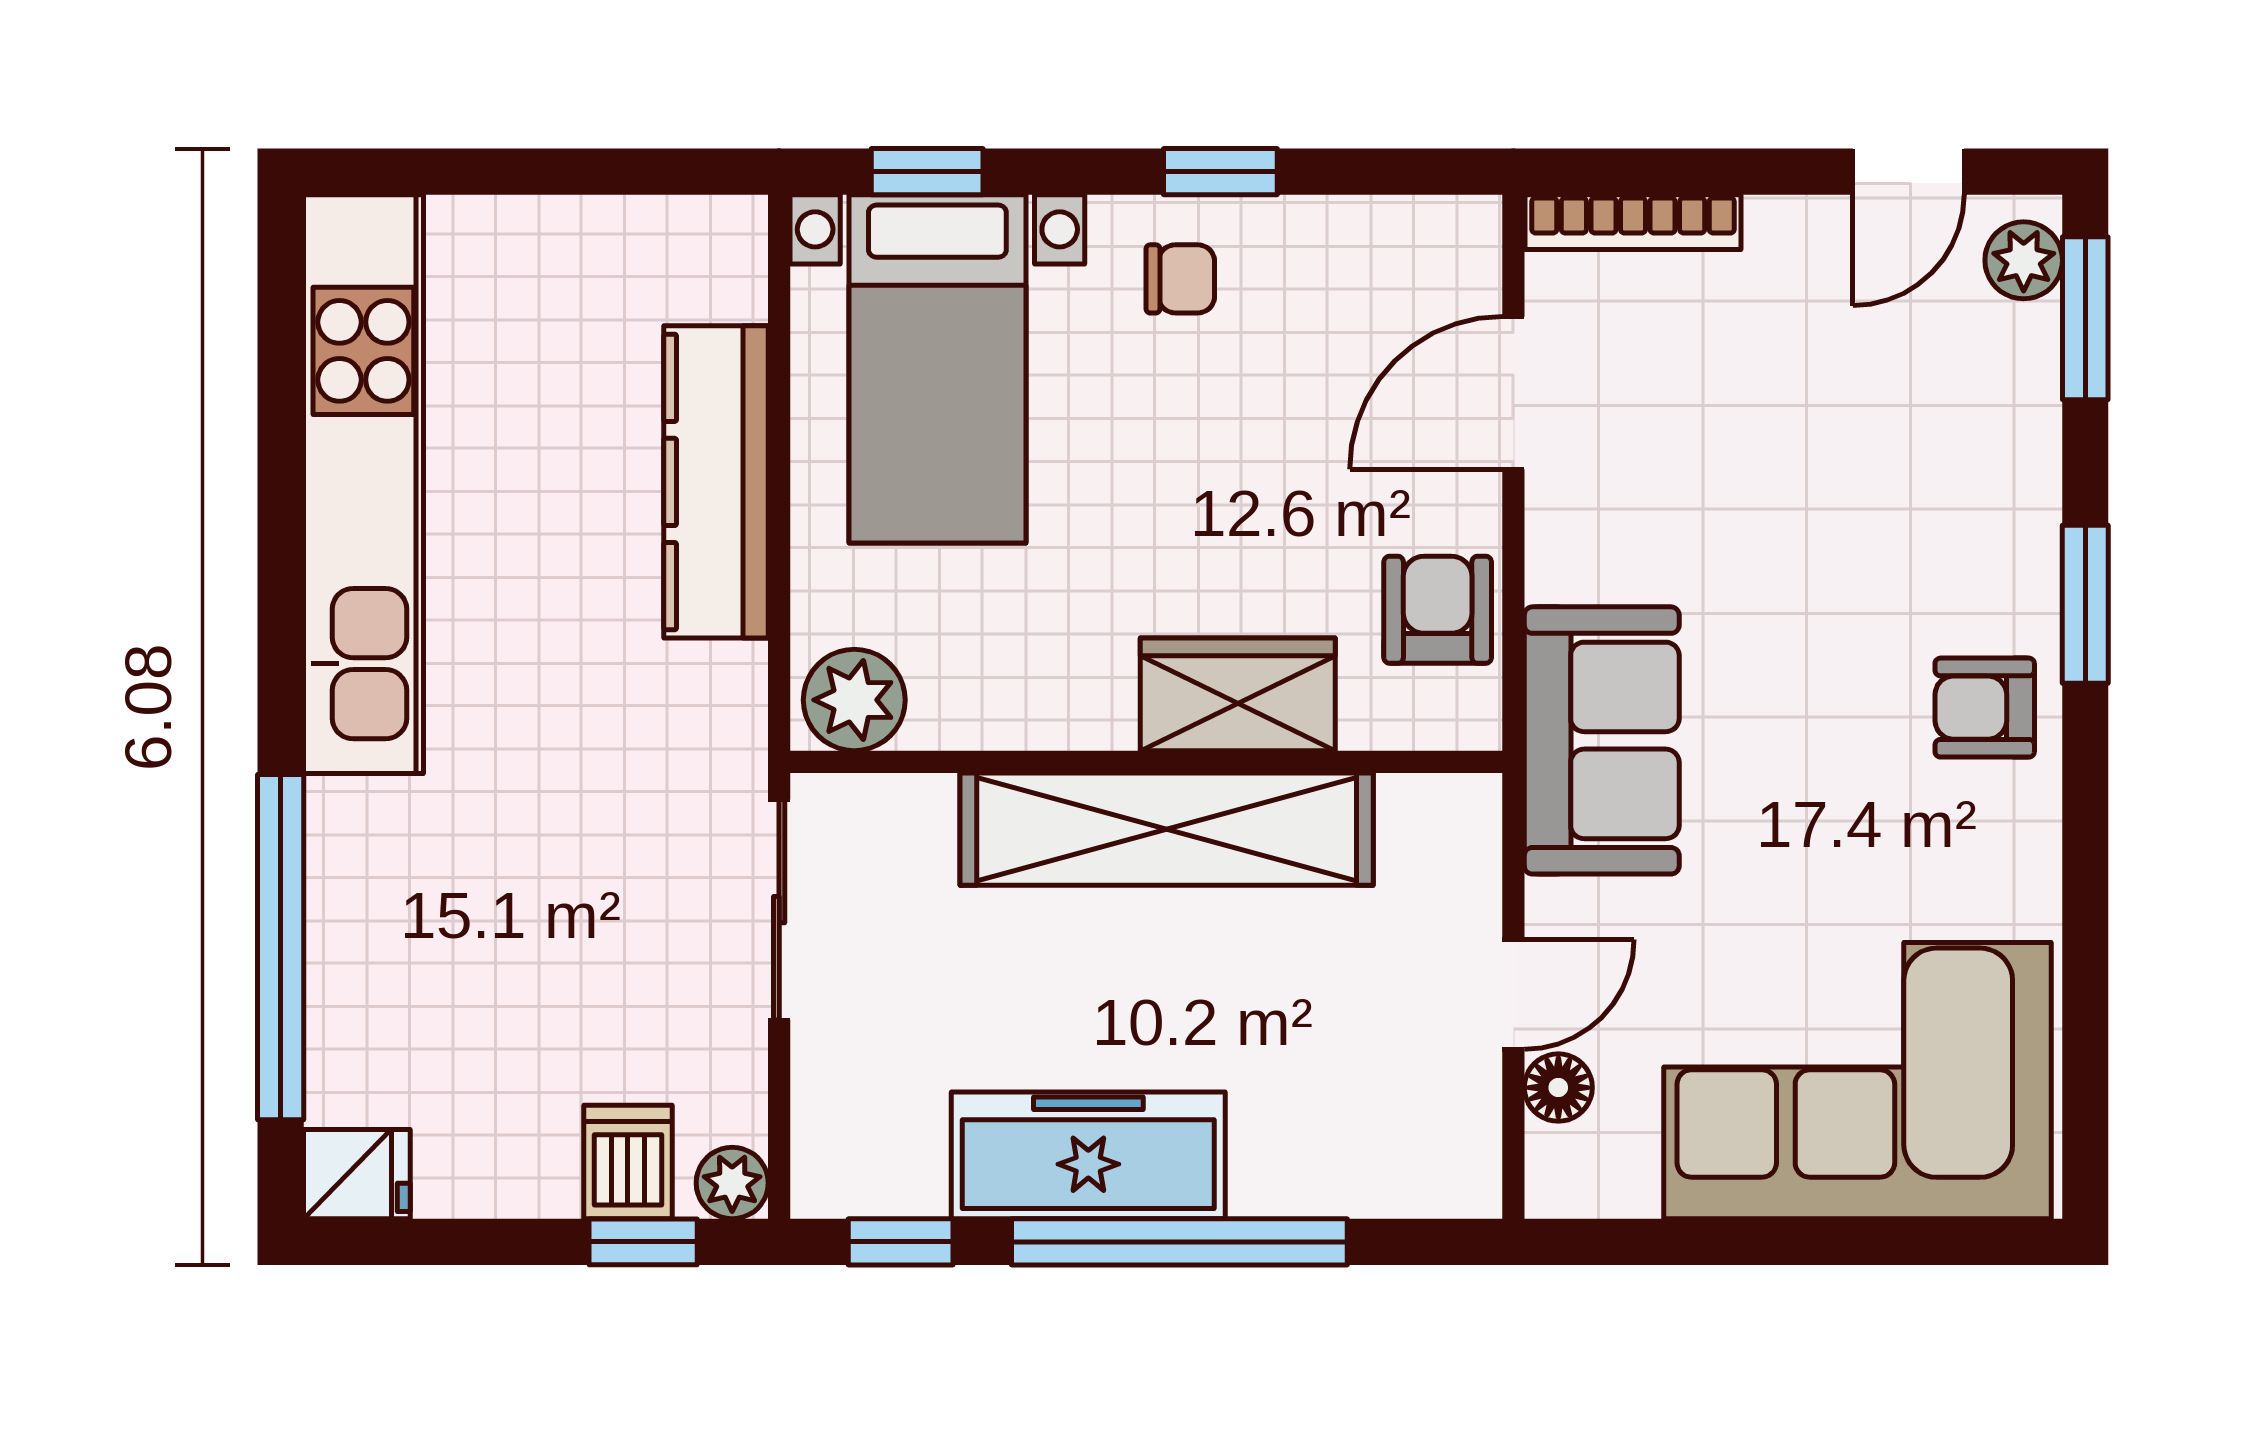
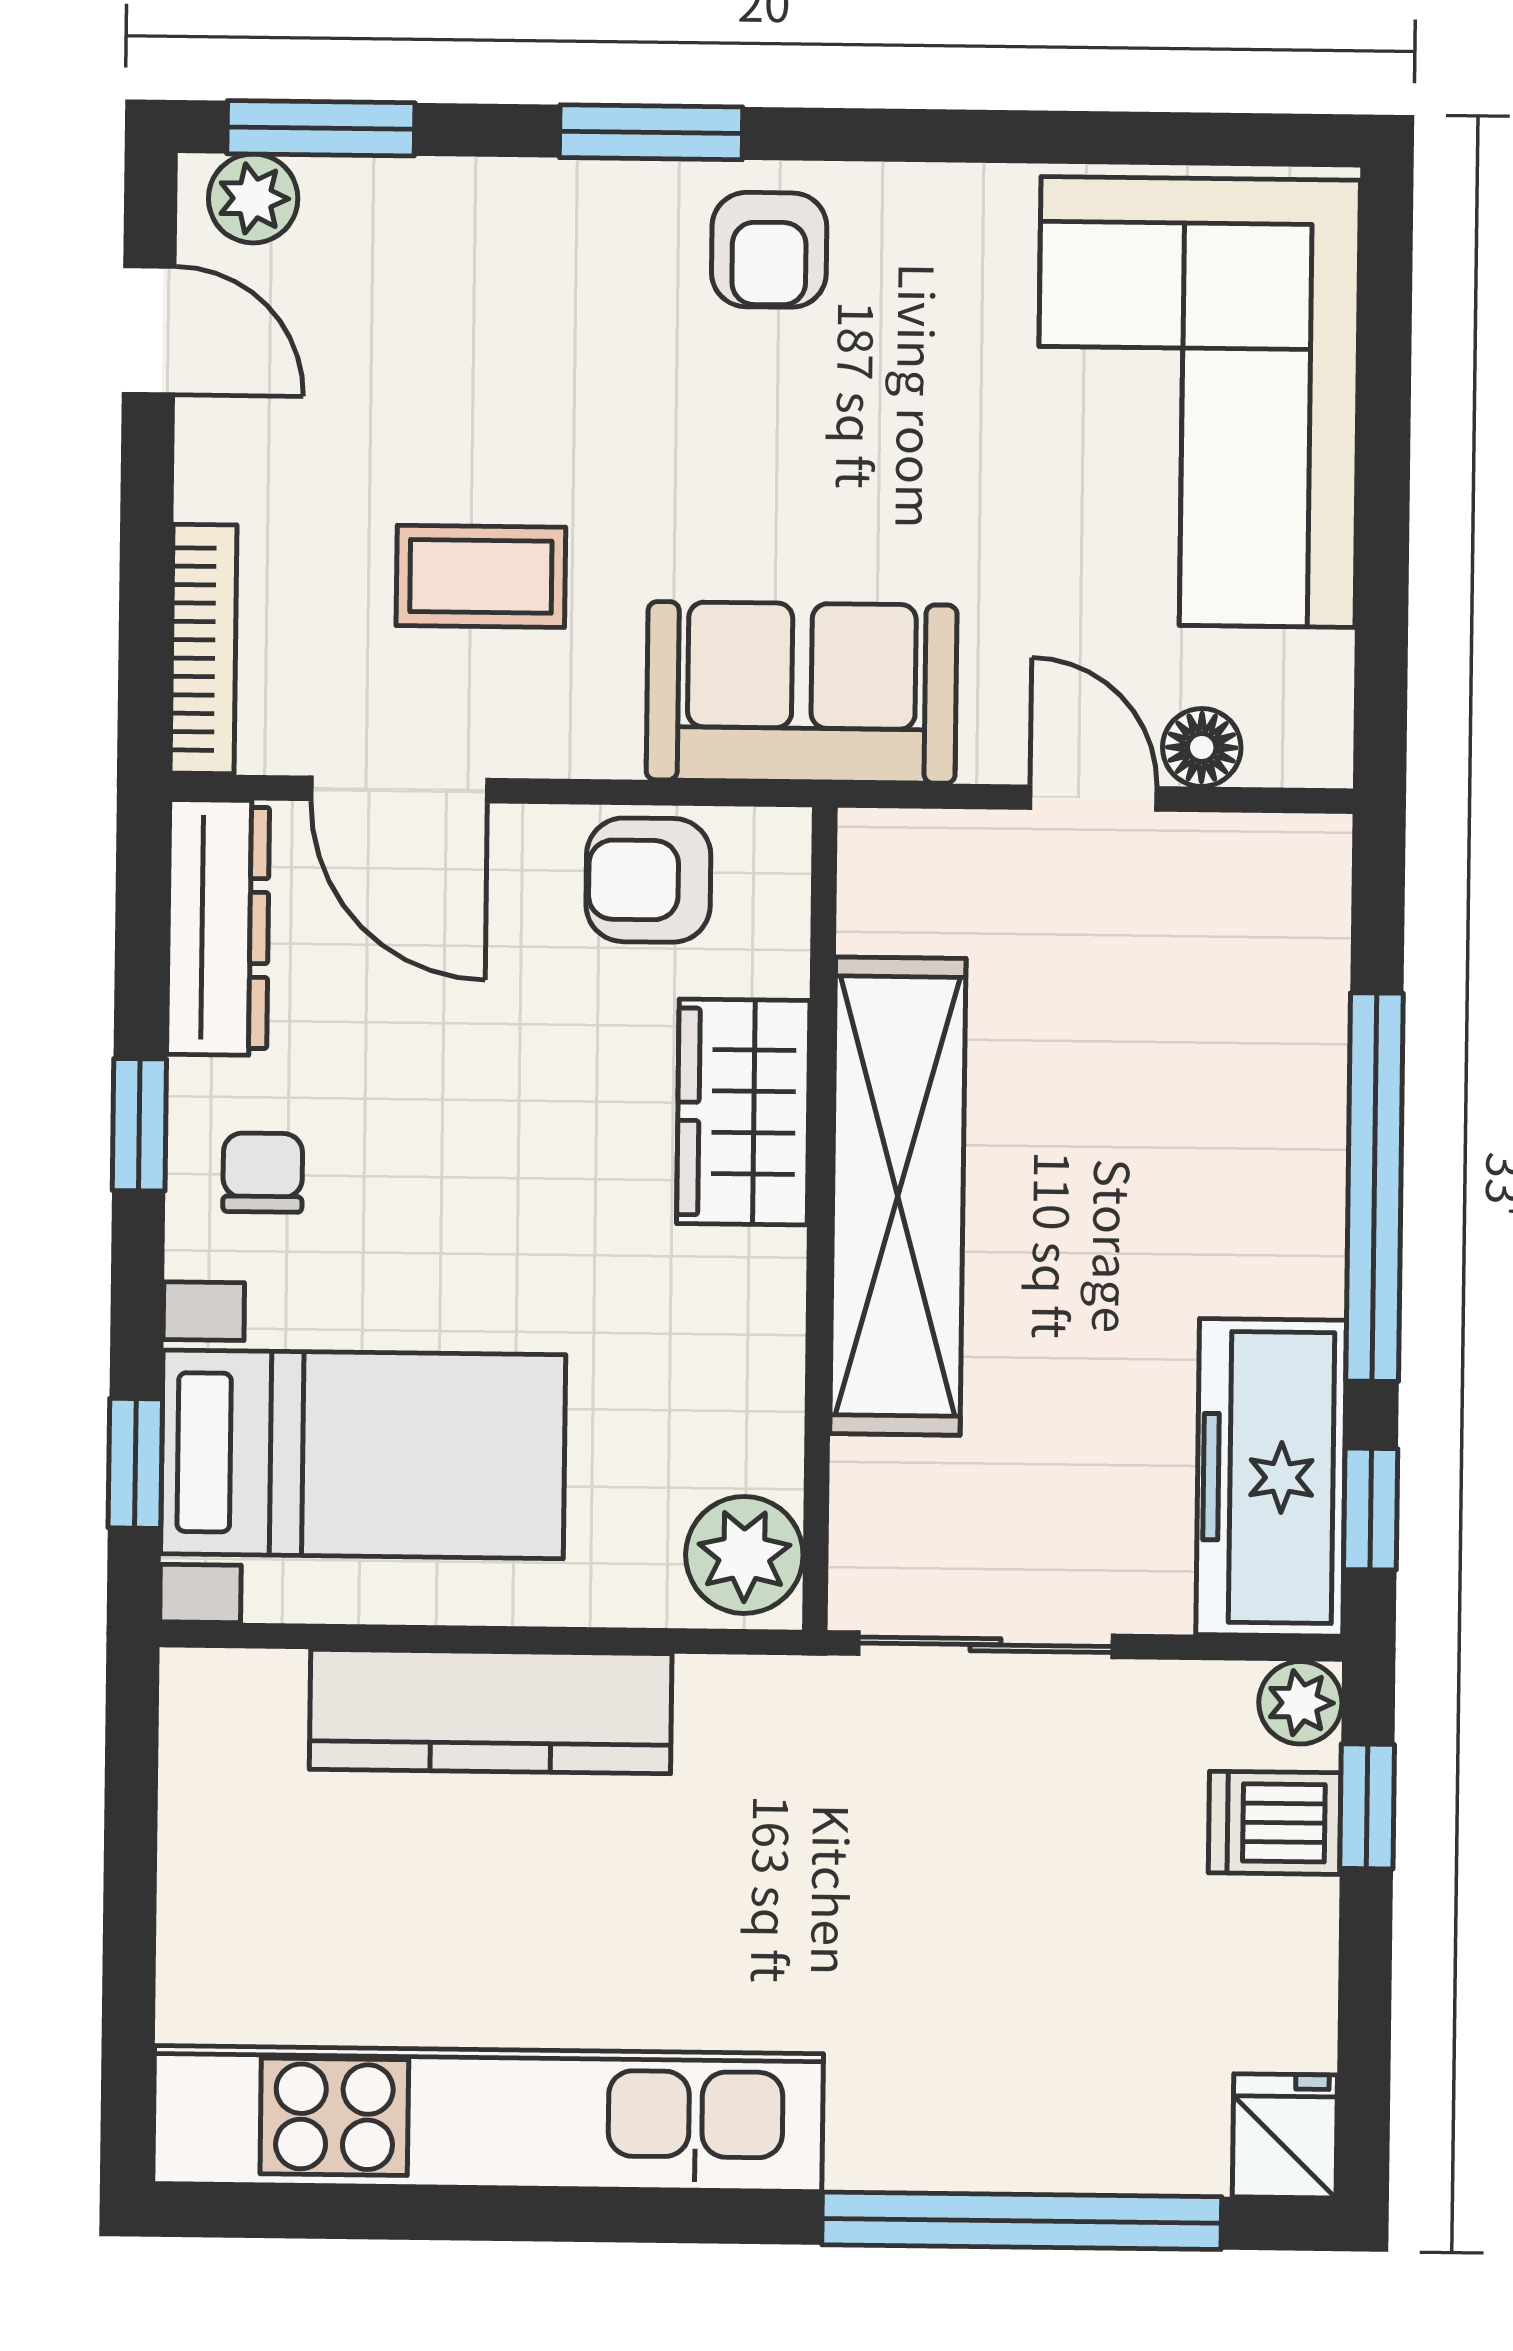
dresser: (1392, 238) -> (218, 928), added
coffee table: (1699, 461) -> (481, 576), added
freezer: (1088, 1155) -> (1271, 1477), moved

